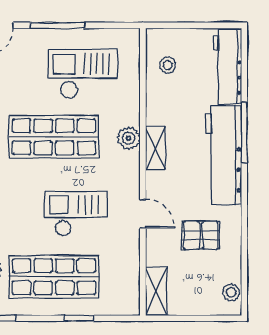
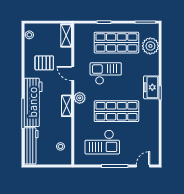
plant: (129, 138) -> (80, 98), moved
checkout: (76, 214) -> (106, 73), turned 180

